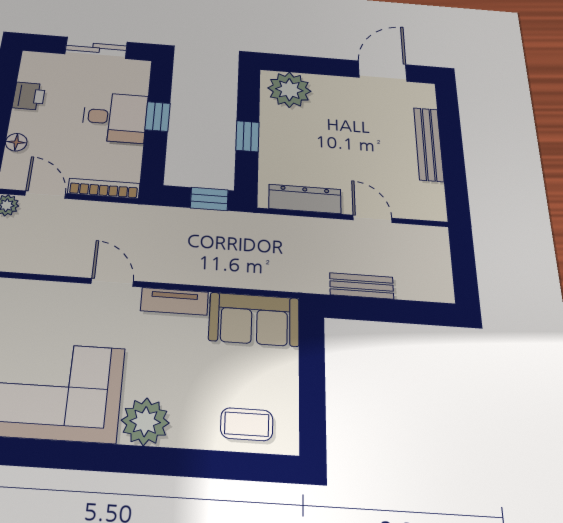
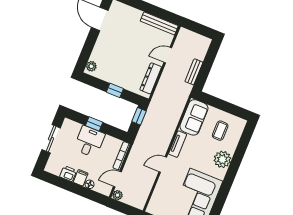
plant: (289, 90) -> (91, 66), width x0.53, depth x0.53
filing cabinet: (26, 122) -> (81, 178), added
bench: (429, 144) -> (159, 23), moved
plant: (145, 422) -> (222, 159), moved
coffee table: (247, 424) -> (220, 131), moved

